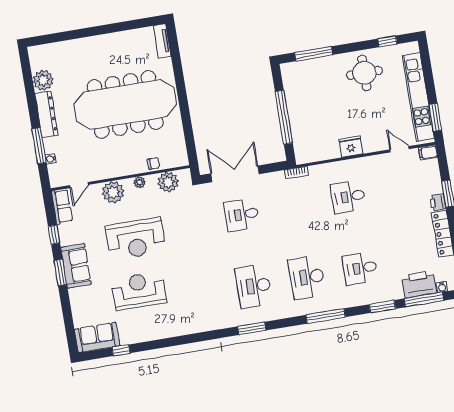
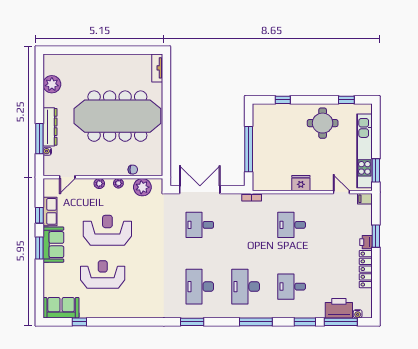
window: (314, 54) -> (283, 100), width x0.46
dresser: (46, 114) -> (50, 127), moved
plant: (113, 192) -> (99, 184), width x0.53, depth x0.53
row of seats: (62, 207) -> (50, 211), moved
reception desk: (136, 239) -> (107, 230), turned 180

